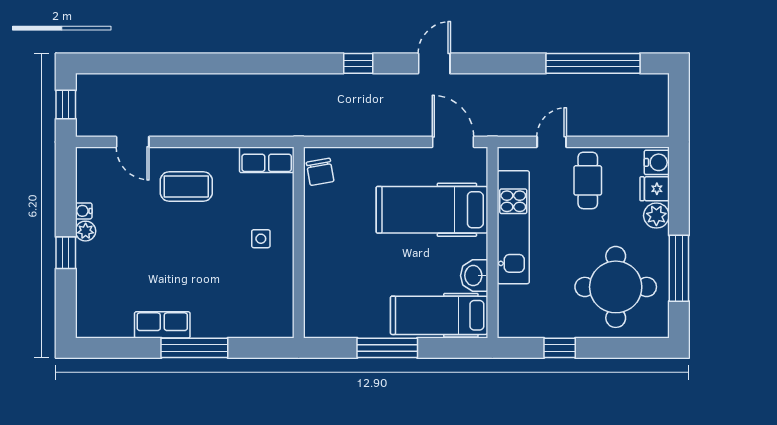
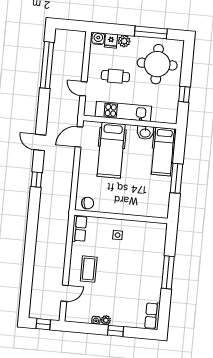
cafe table: (588, 180) -> (115, 76), moved
row of seats: (162, 325) -> (152, 316), moved

